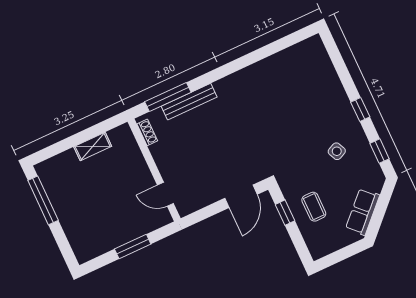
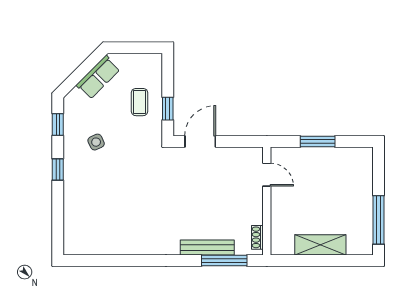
shelving: (93, 146) -> (320, 245), width x1.50, depth x1.33

